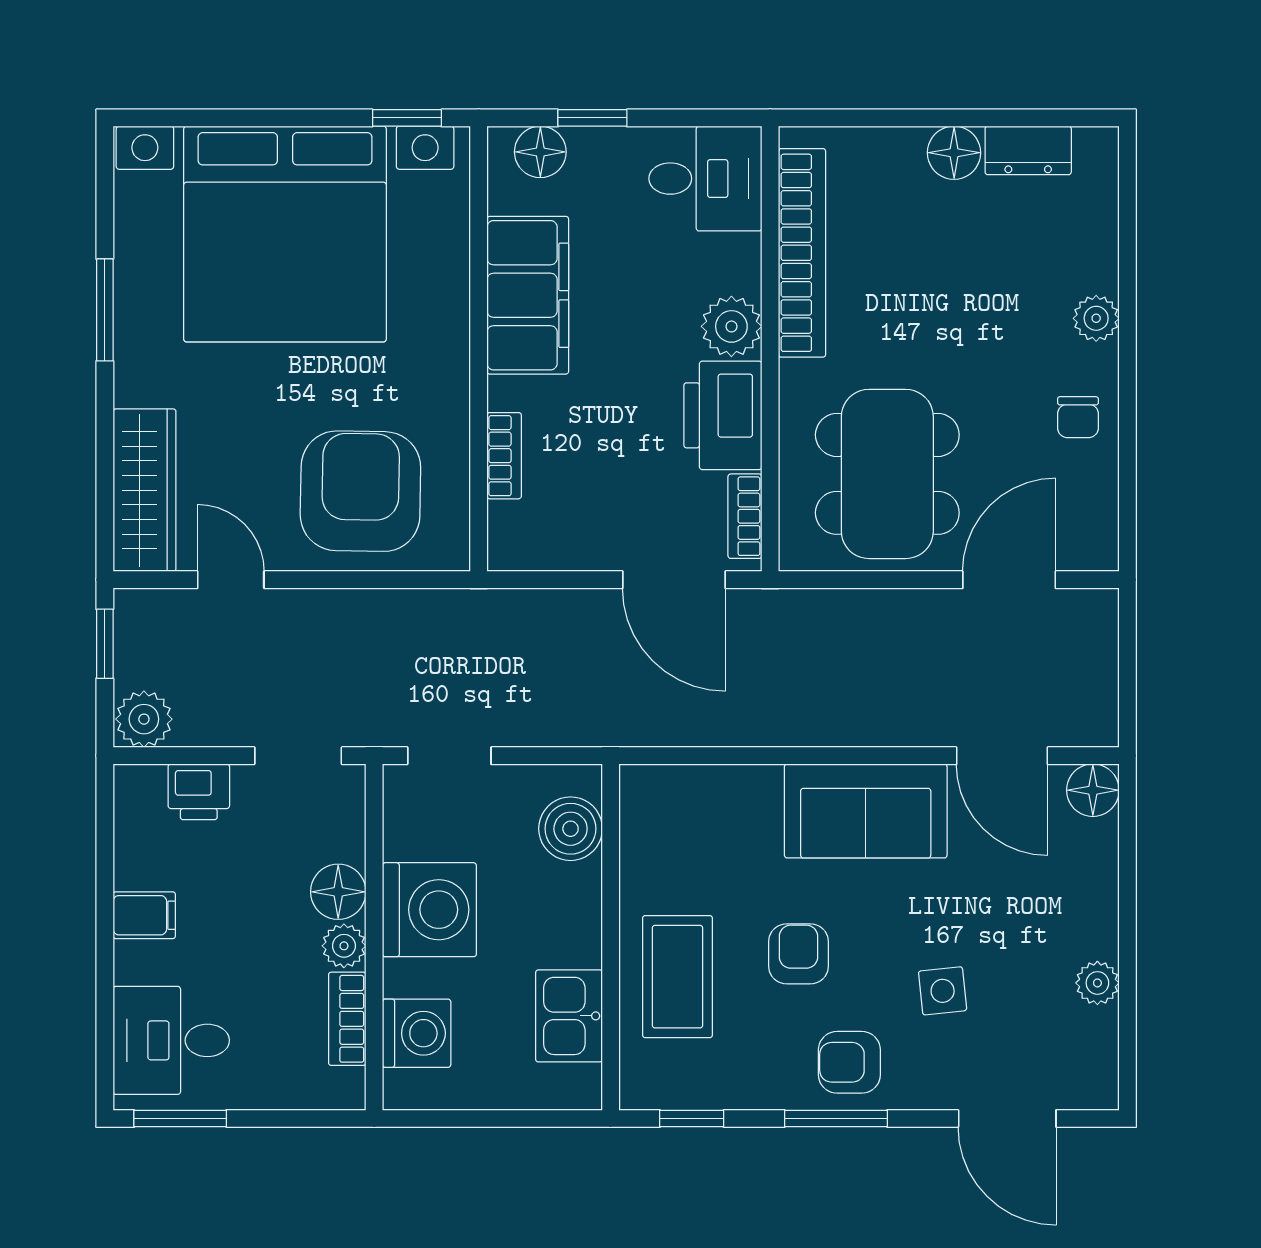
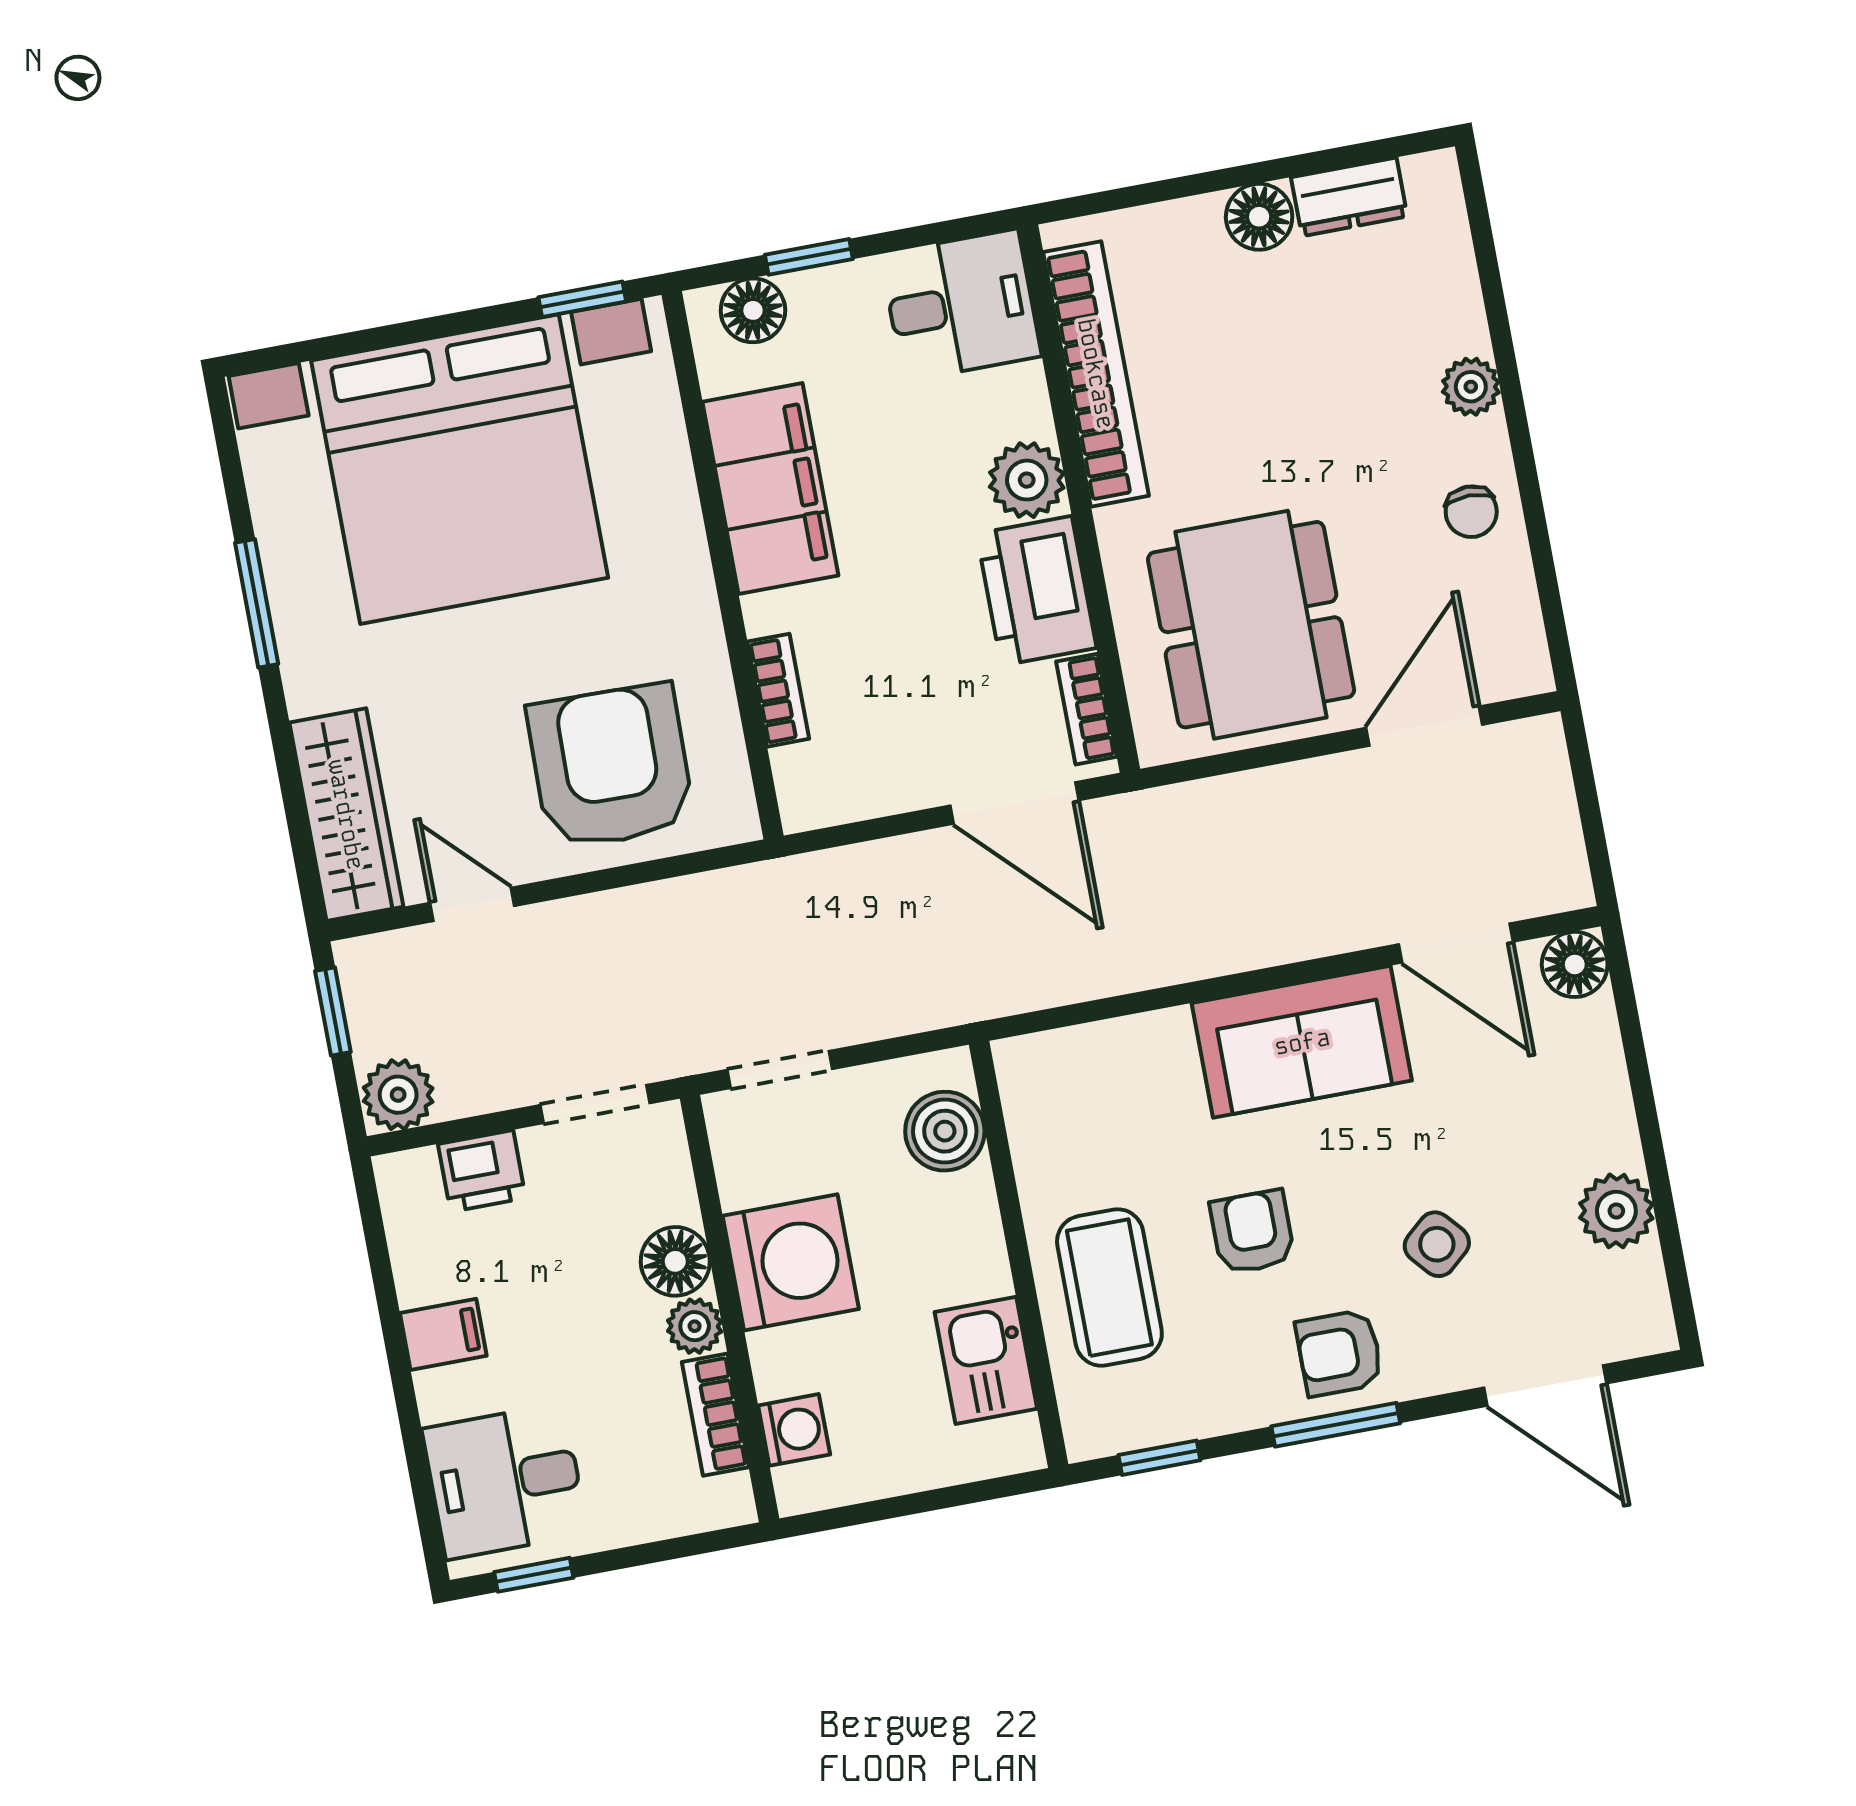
plant: (1097, 983) -> (1616, 1211), width x1.38, depth x1.38
side table: (943, 991) -> (1437, 1244), turned -35
washing machine: (417, 1033) -> (794, 1430), width x0.73, depth x0.73
window: (180, 1118) -> (534, 1575), width x0.67

